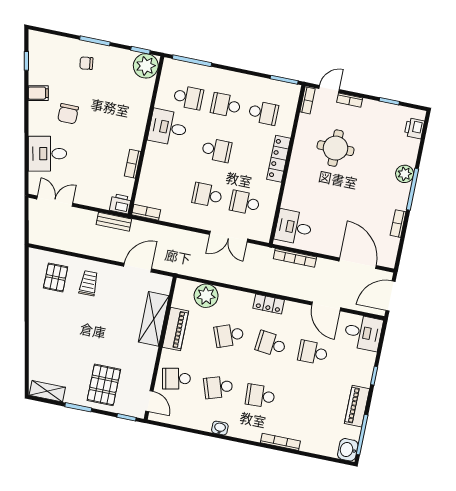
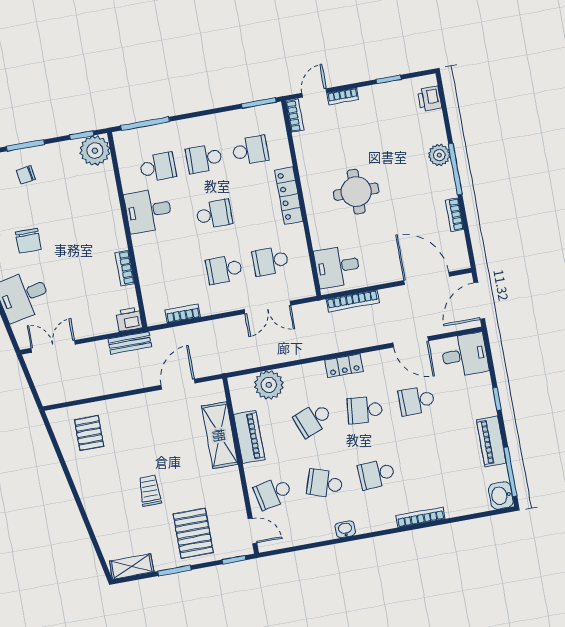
round table: (336, 148) -> (356, 192), moved
bookcase: (146, 212) -> (183, 314), moved
trolley: (89, 283) -> (150, 491), moved
school desk: (218, 387) -> (325, 484), turned 36

